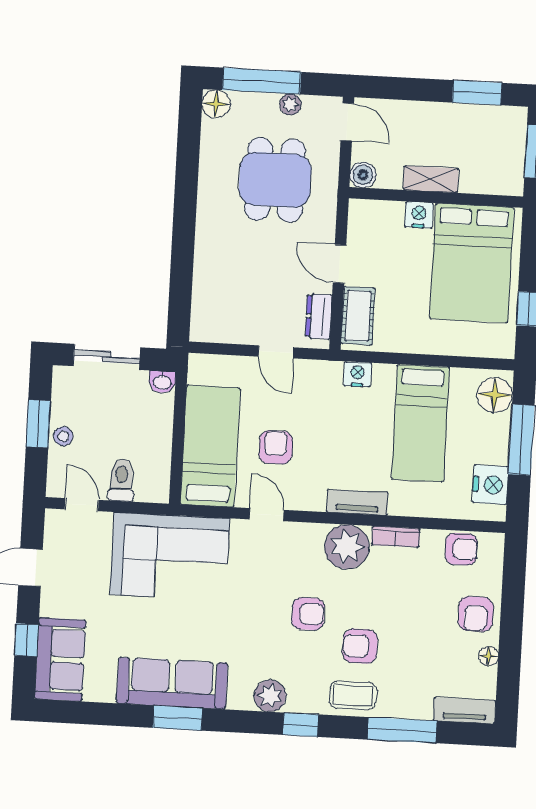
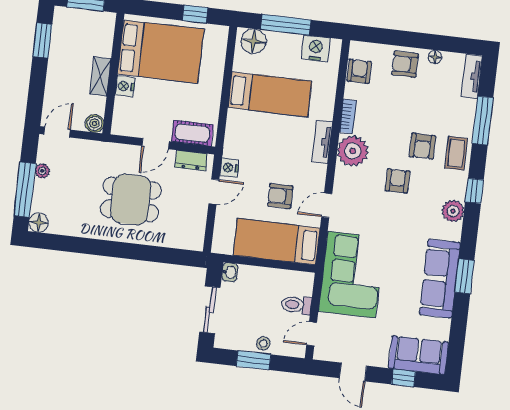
dining table: (275, 180) -> (131, 199), moved
nightstand: (357, 374) -> (229, 168), moved
armchair: (476, 614) -> (405, 64), turned 180

